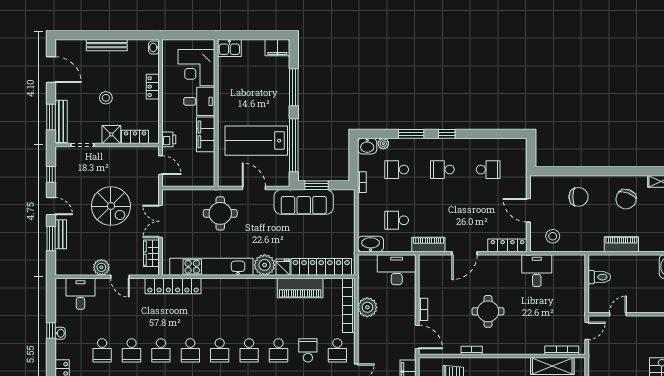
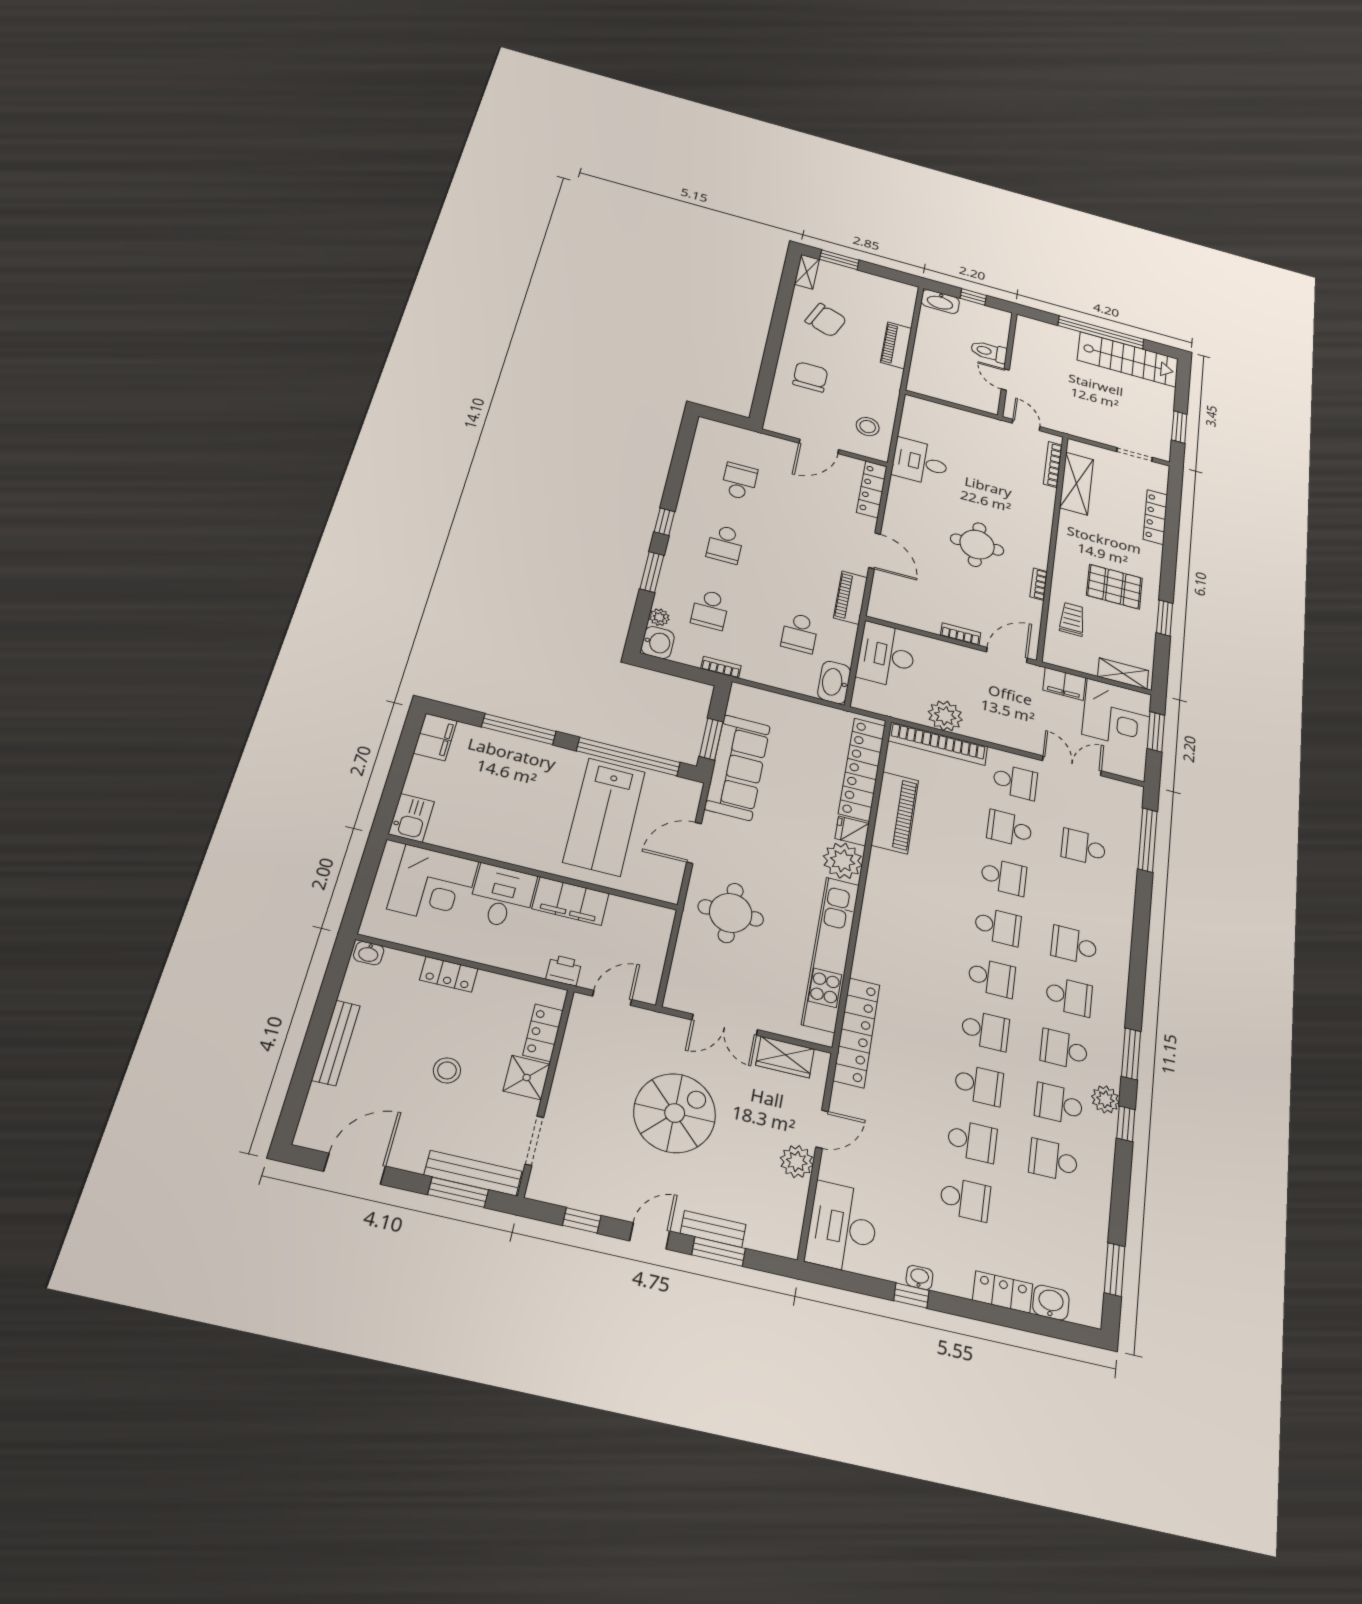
toilet: (599, 277) -> (989, 352), moved, turned -90
desk: (80, 294) -> (842, 1227), width x1.37

